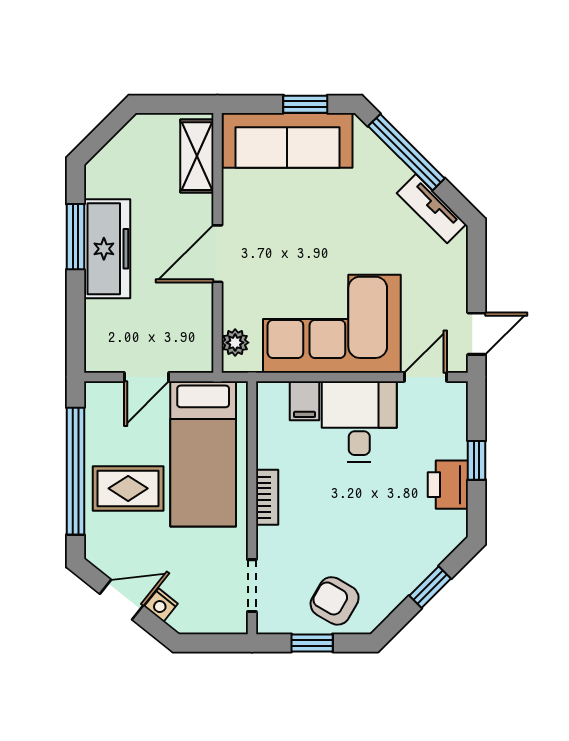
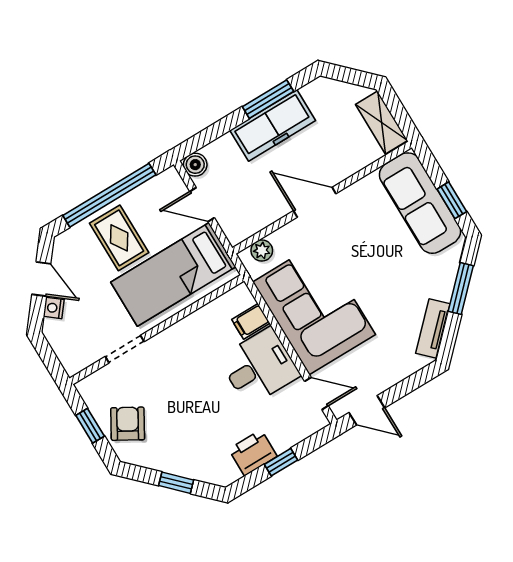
window: (406, 152) -> (461, 288), width x0.69
shelving: (197, 156) -> (381, 123), moved, turned 90
boiler: (99, 358) -> (195, 165), added
bookcase: (267, 497) -> (170, 336), removed
doorway: (252, 586) -> (125, 349), moved

